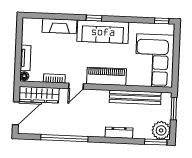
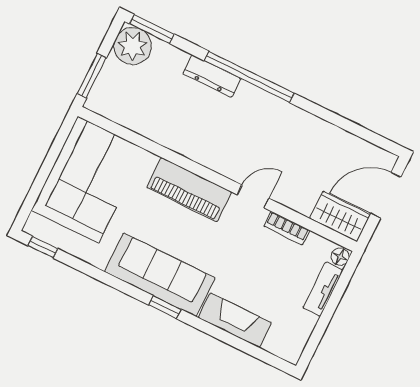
wardrobe: (39, 95) -> (340, 217), width x0.67
bench: (135, 97) -> (154, 128), removed
window: (64, 138) -> (249, 77), moved

